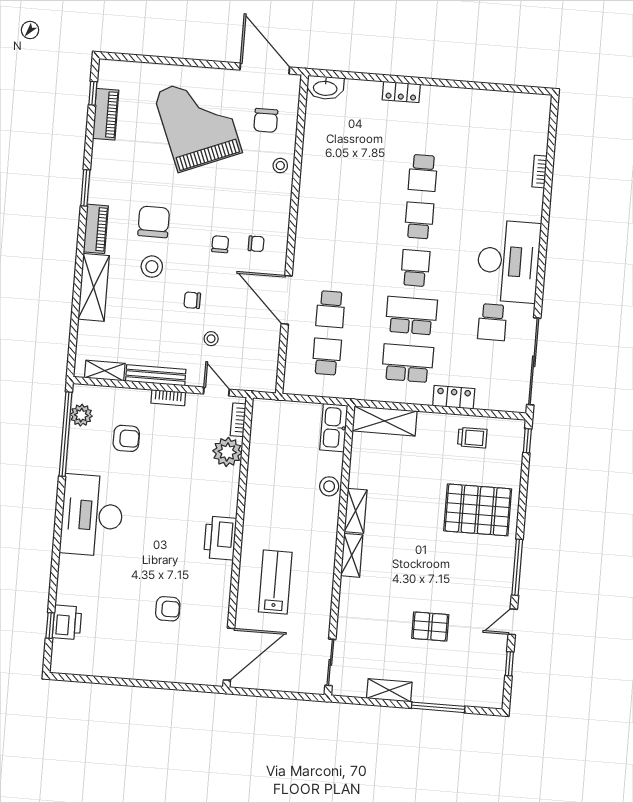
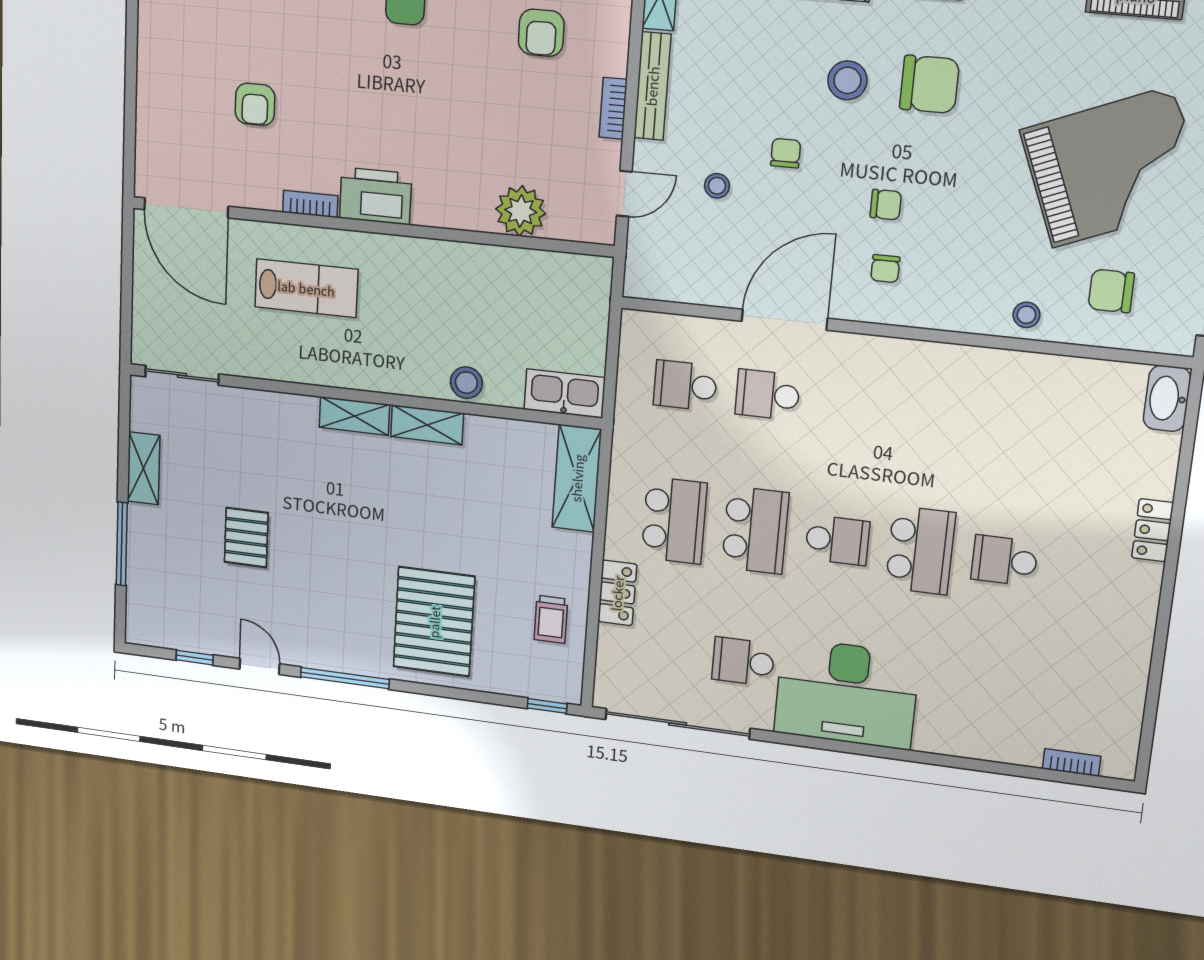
bookcase: (539, 172) -> (1072, 763), moved
school desk: (419, 220) -> (920, 550), width x1.85
school desk: (327, 357) -> (685, 386), turned 180
bookcase: (238, 420) -> (310, 204), moved

